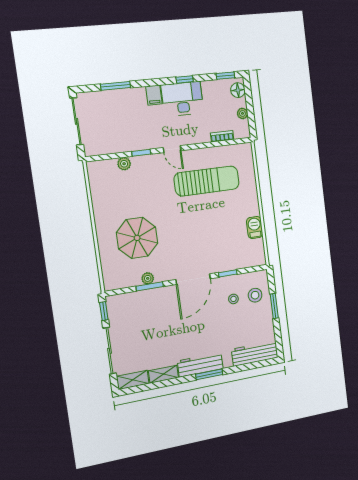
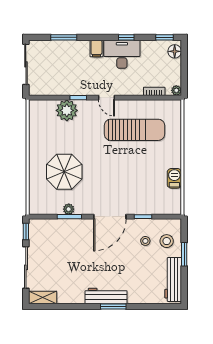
plant: (242, 113) -> (176, 90), moved
plant: (124, 164) -> (67, 110), width x1.88, depth x1.88
workbench: (255, 353) -> (173, 279), moved, turned -90
shelving: (163, 374) -> (71, 298), removed

